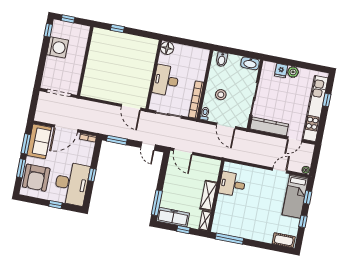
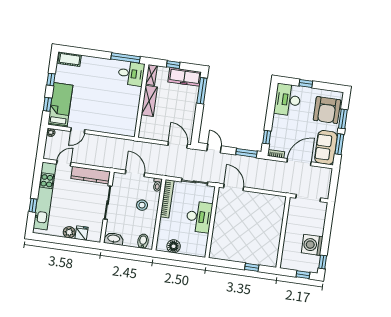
floor lamp: (167, 48) -> (174, 246), moved
window: (92, 175) -> (267, 137), moved
armchair: (36, 178) -> (327, 110), turned 180
desk: (72, 184) -> (288, 100), width x0.73, depth x0.77
desk: (232, 184) -> (131, 74), moved

